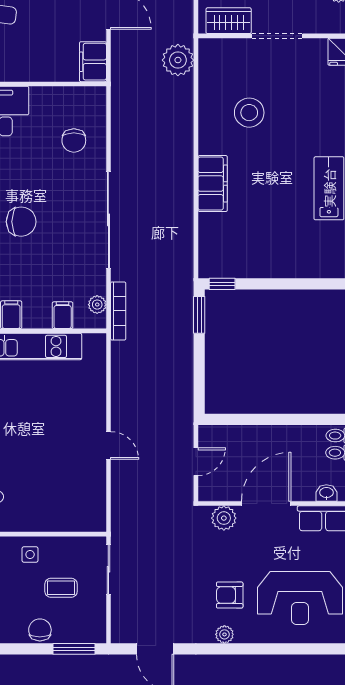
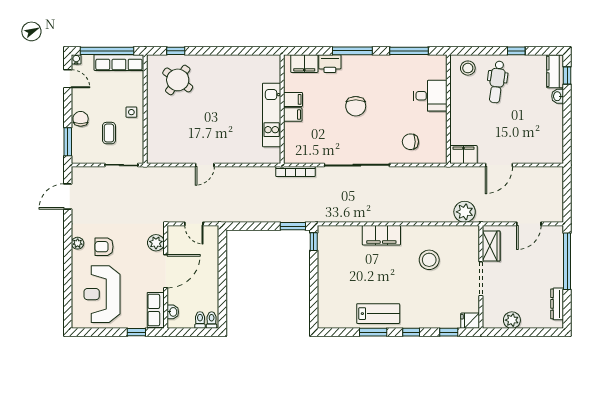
plant: (97, 305) -> (300, 157), removed
filing cabinet: (63, 315) -> (293, 115), moved
door: (266, 504) -> (166, 271), hinge flipped
armchair: (230, 595) -> (104, 247), turned -90
chair: (40, 630) -> (81, 119), turned -90

